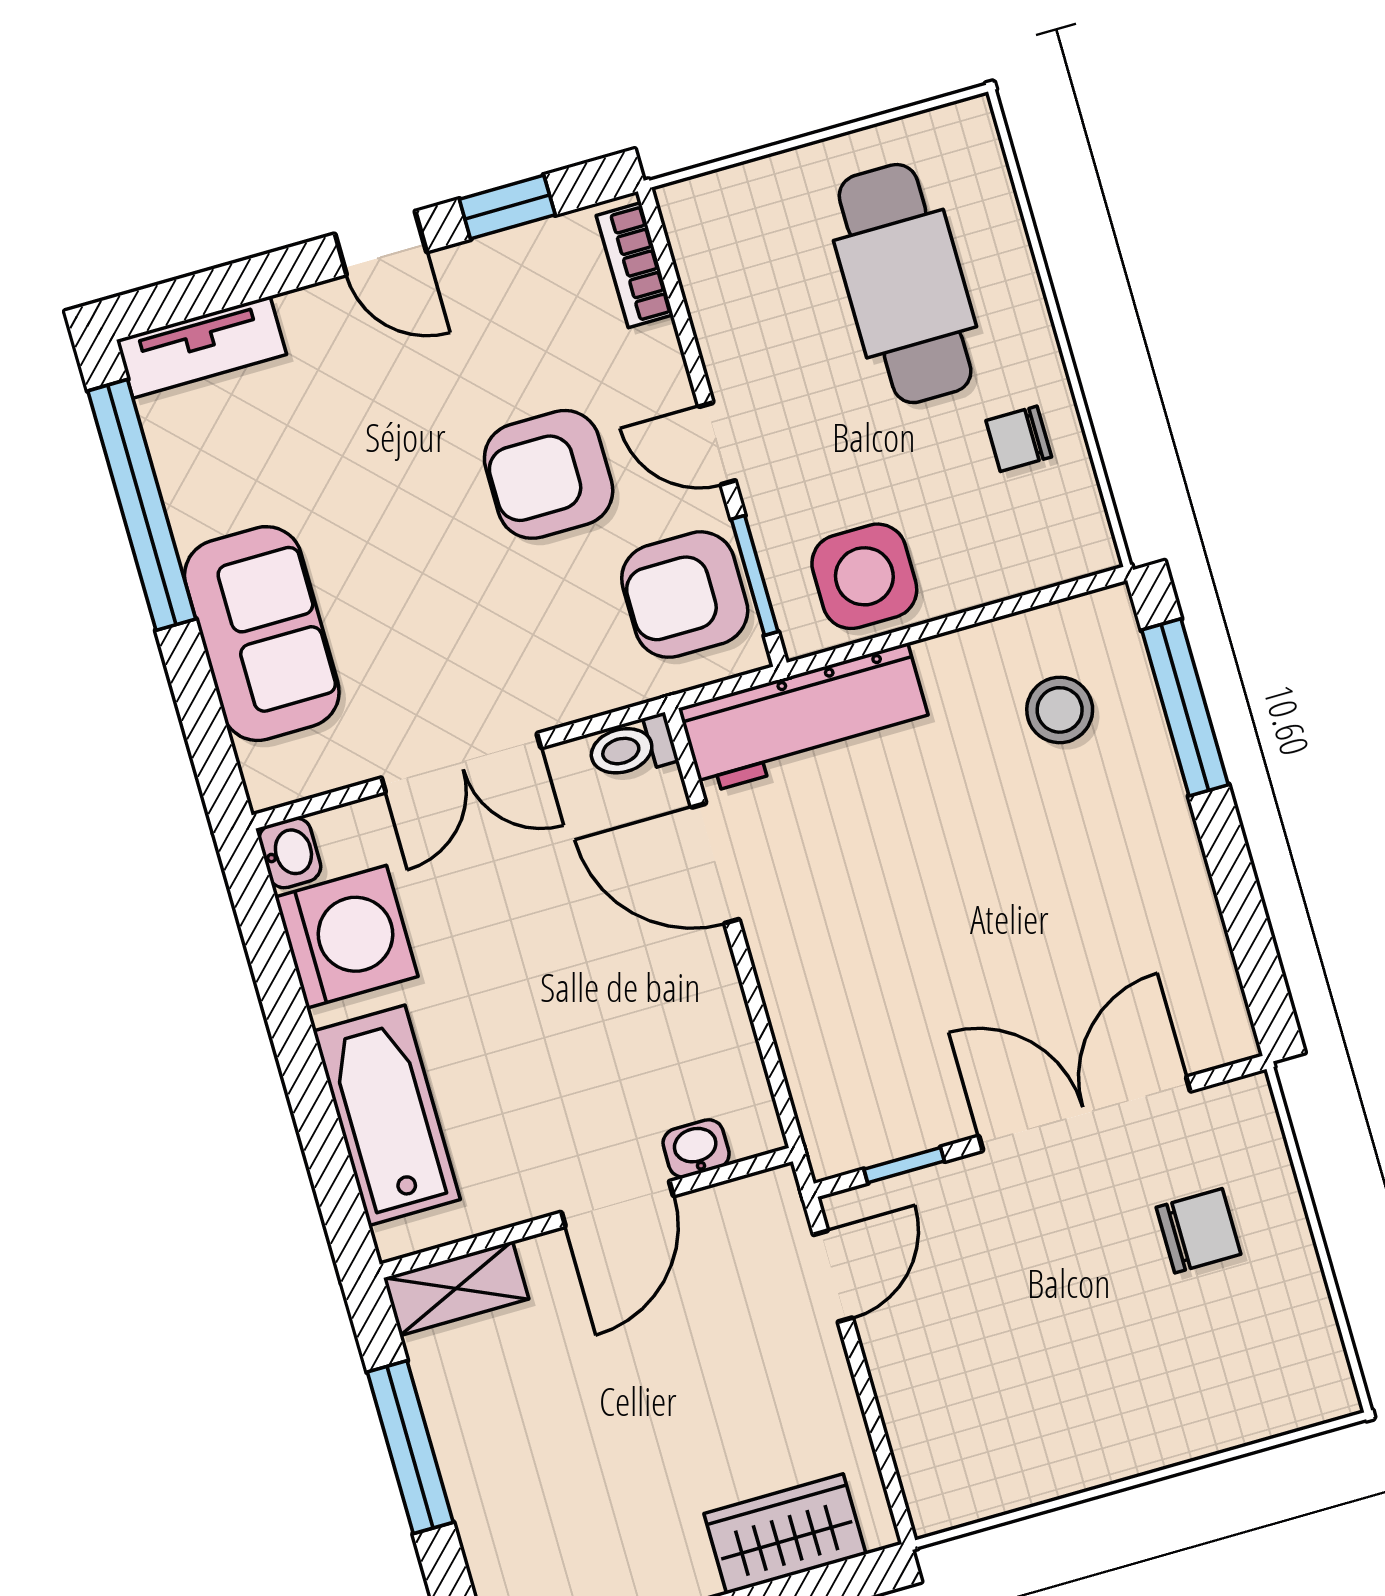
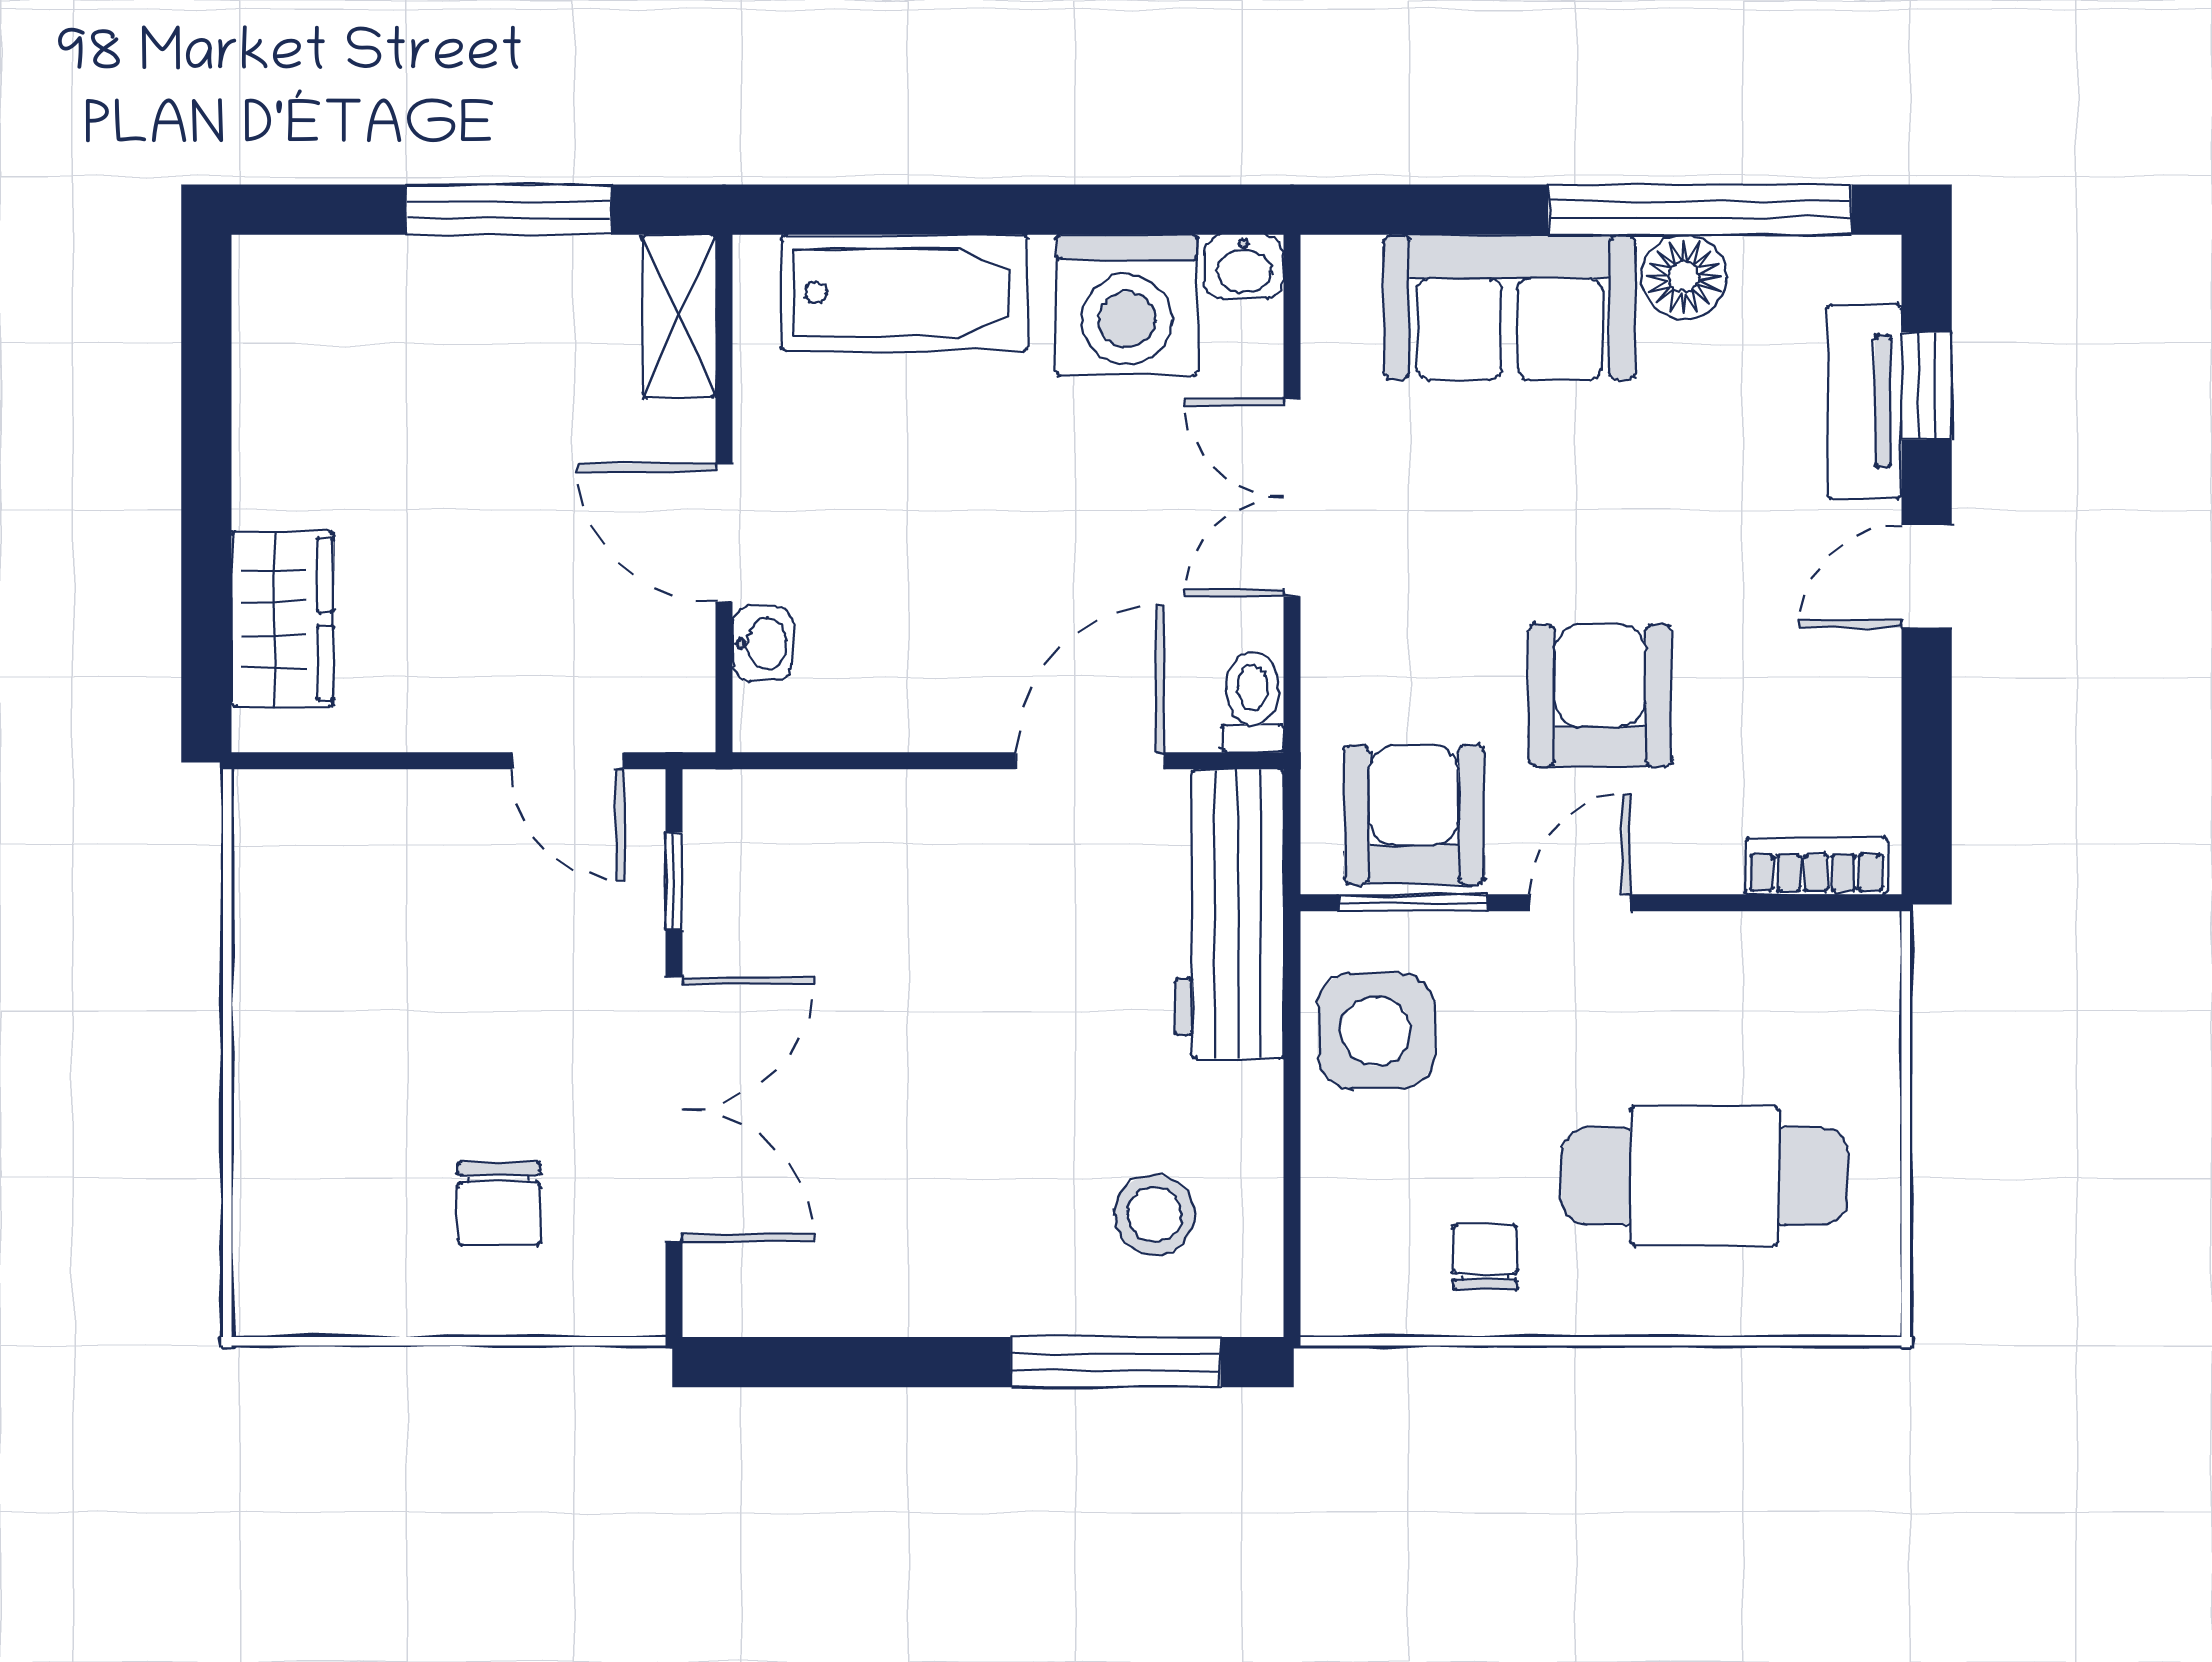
window: (507, 207) -> (1927, 386), moved
tv unit: (201, 347) -> (1864, 401), moved
floor lamp: (199, 502) -> (1684, 277), added

